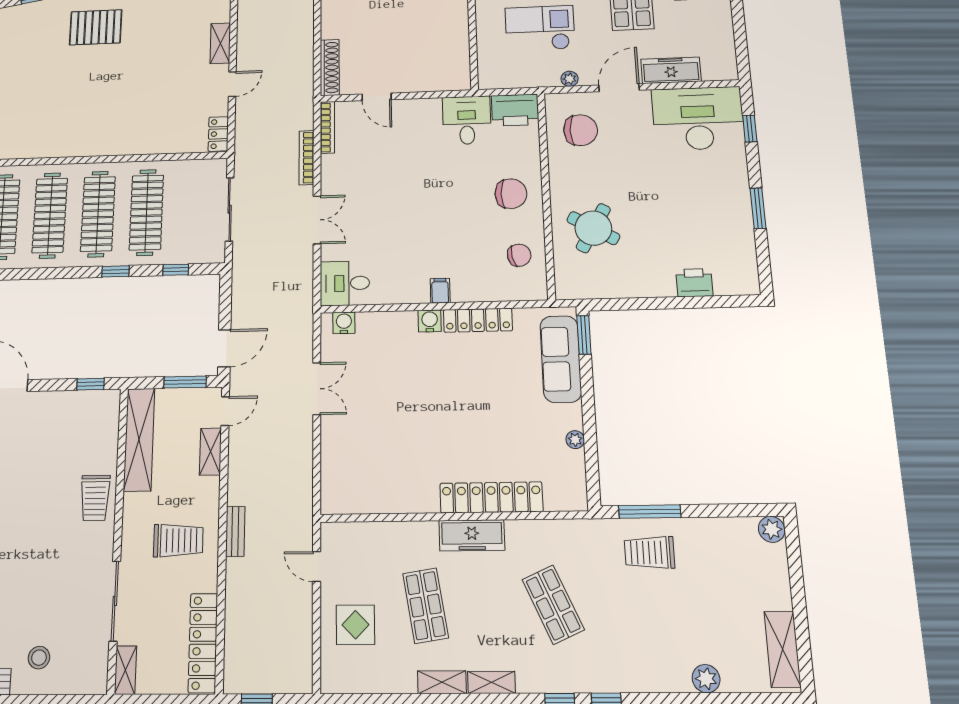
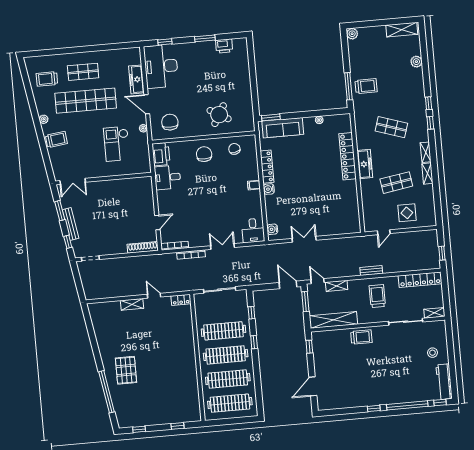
printer: (694, 283) -> (224, 46), moved, turned -90
trolley: (649, 552) -> (366, 86), turned -90
shop shelf: (553, 605) -> (391, 127), turned 42

